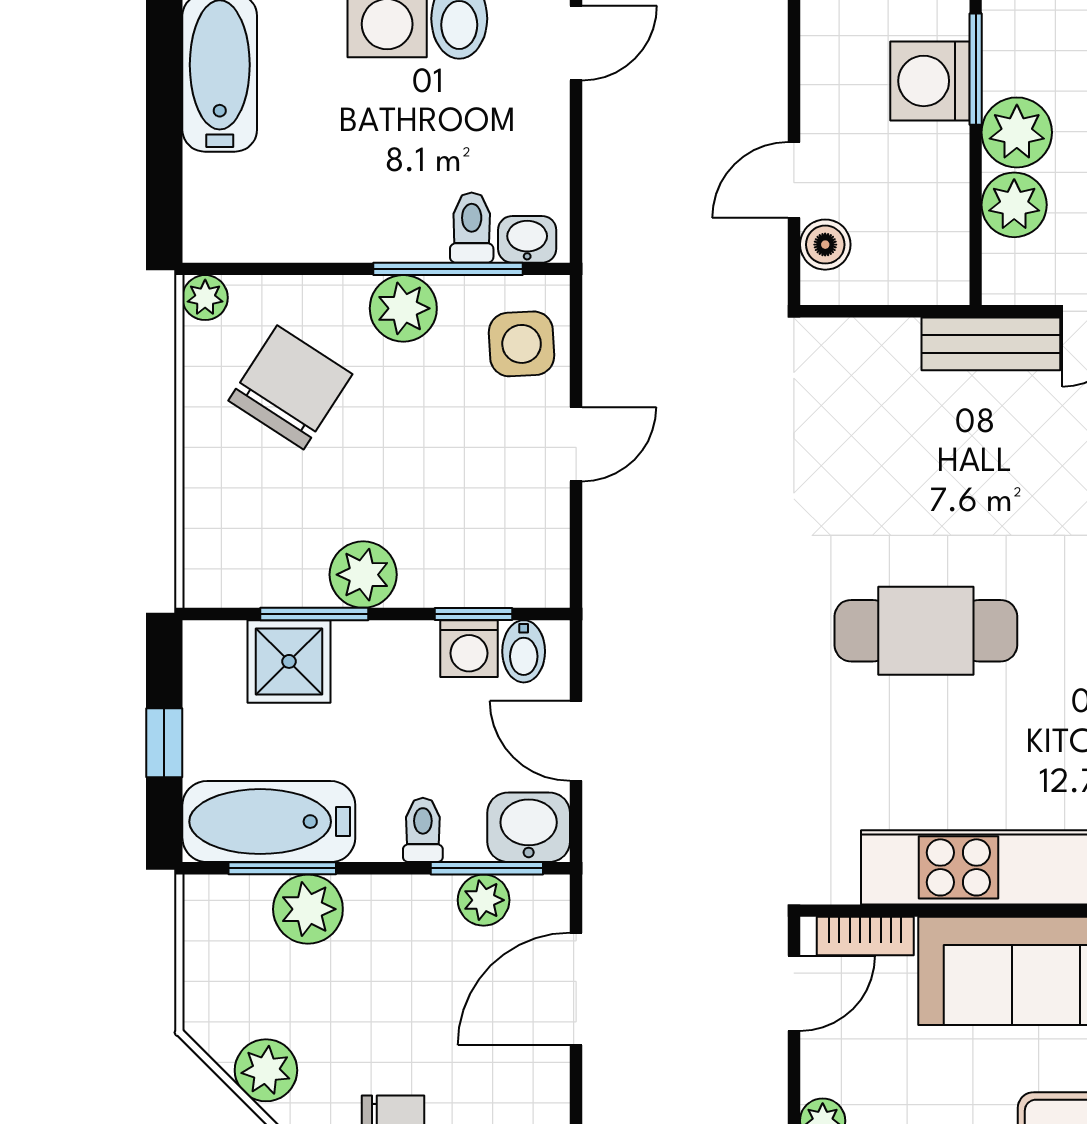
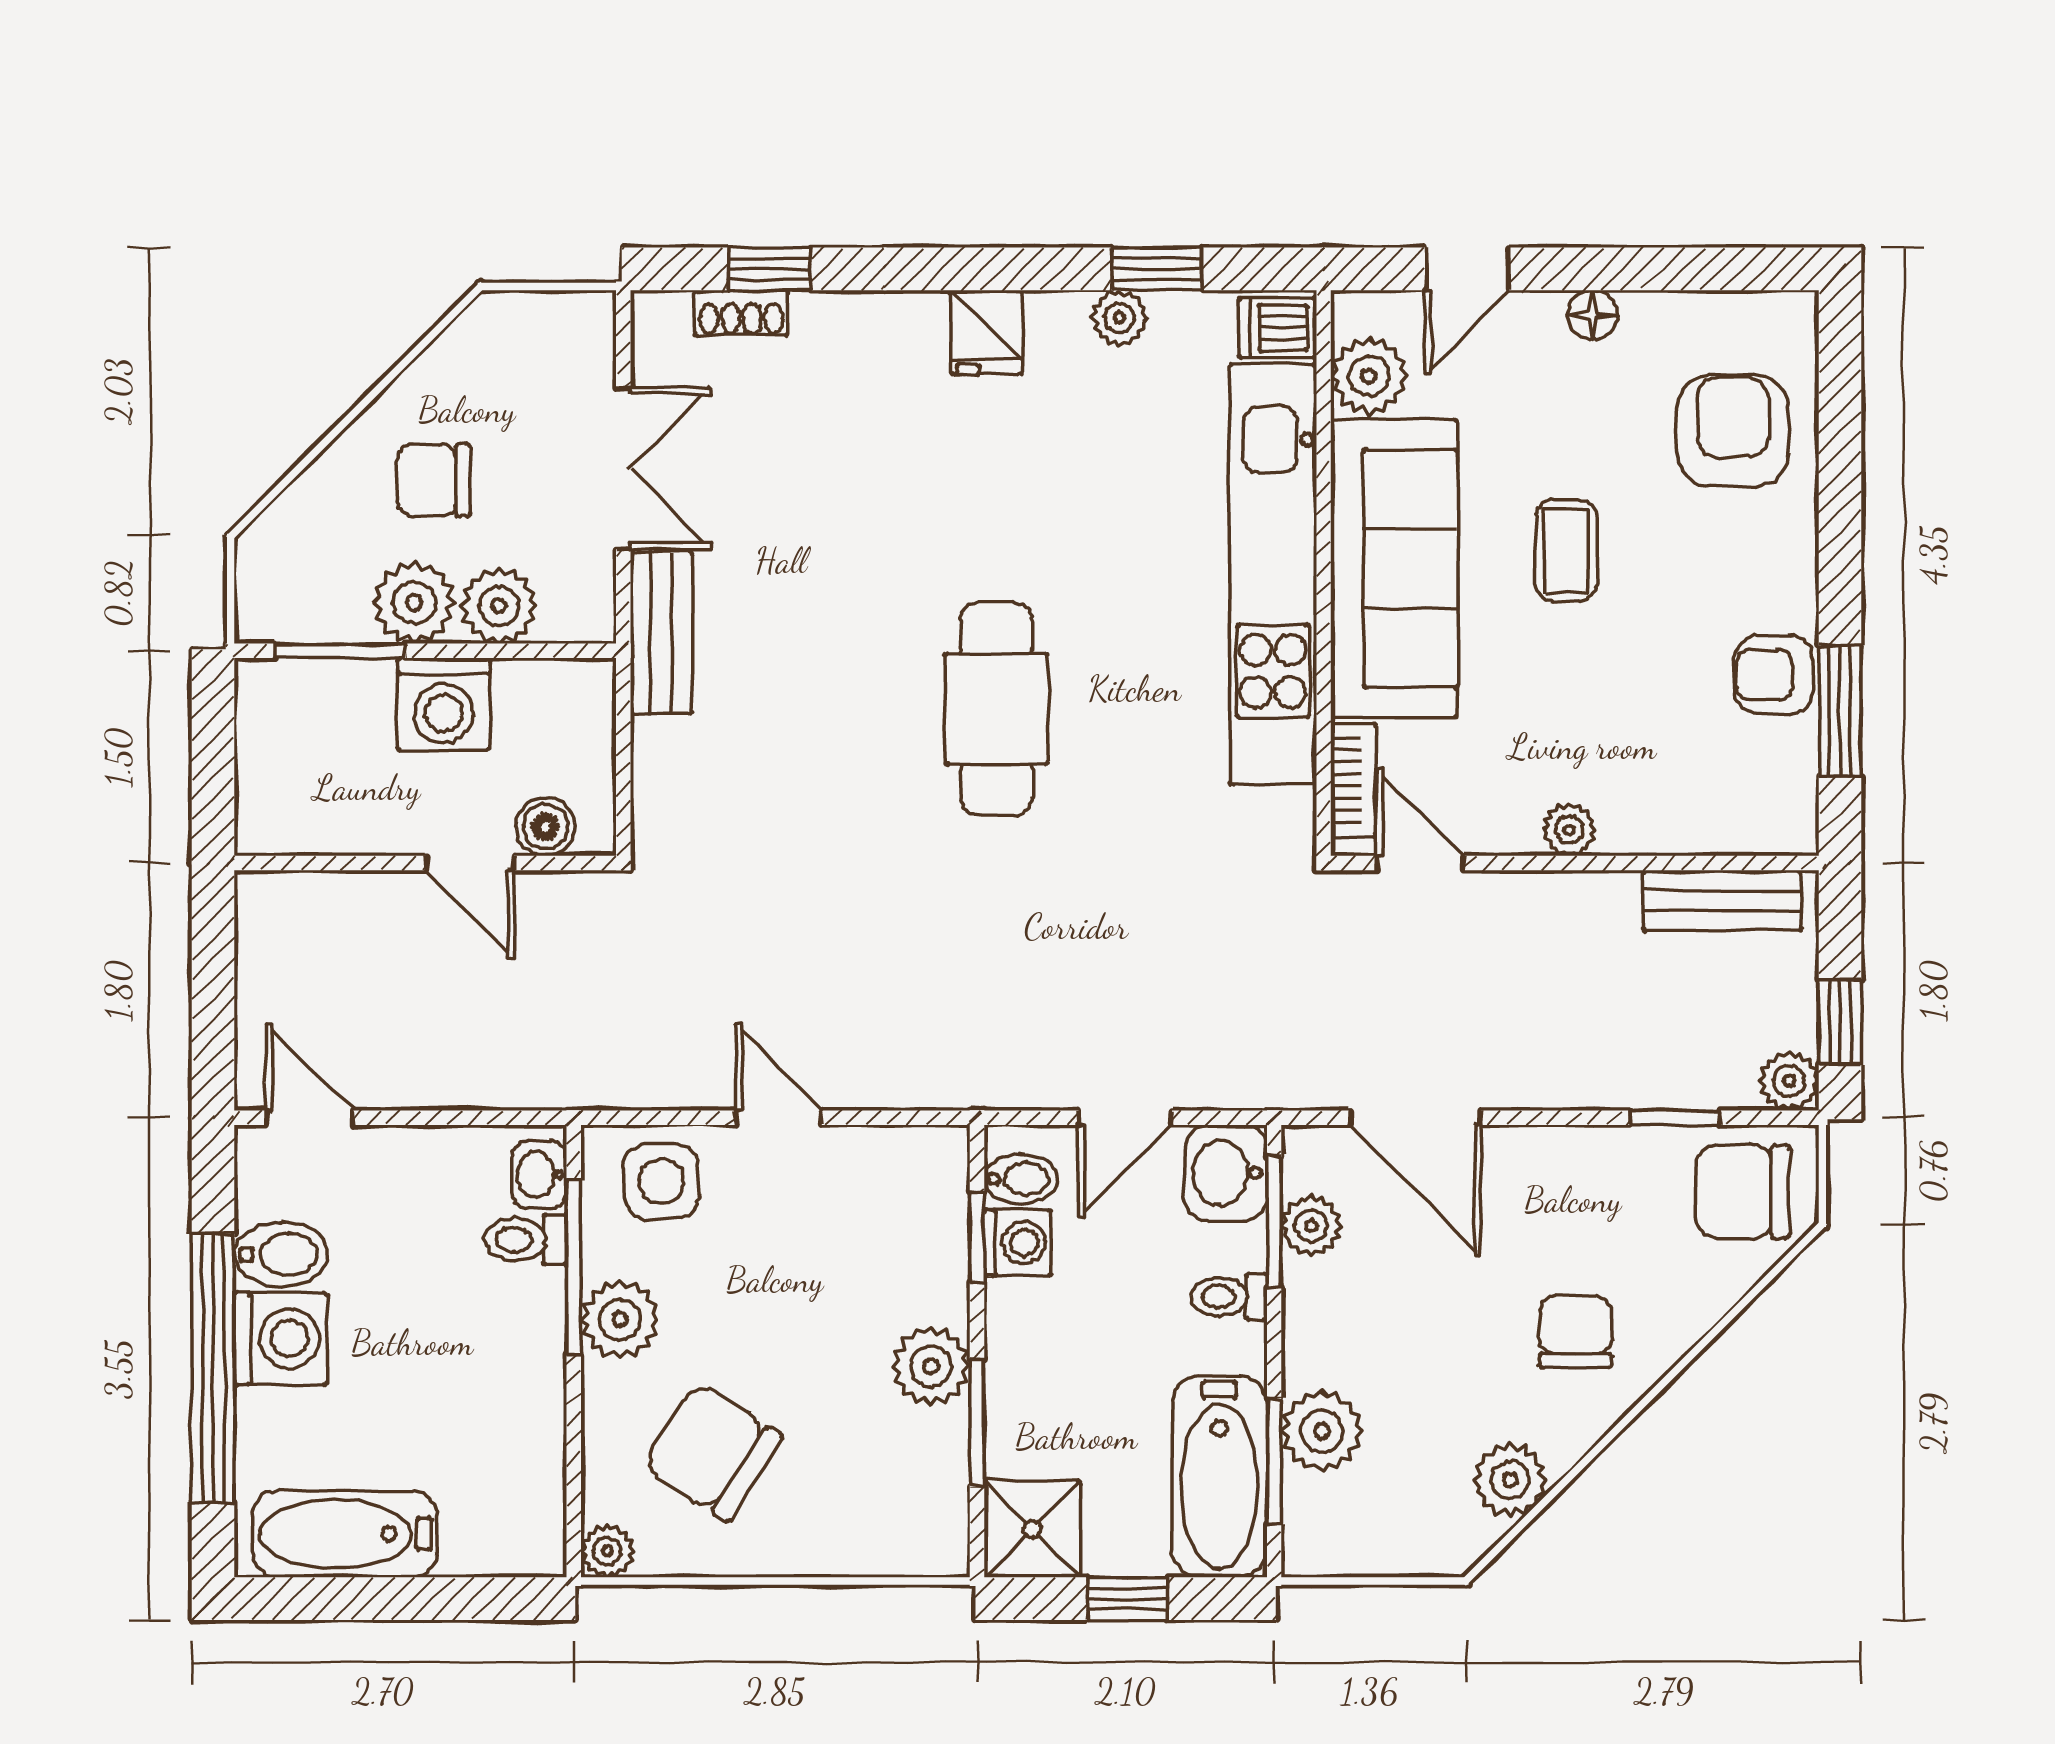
washing machine: (930, 81) -> (444, 704), moved
shower: (289, 661) -> (1032, 1529), moved

